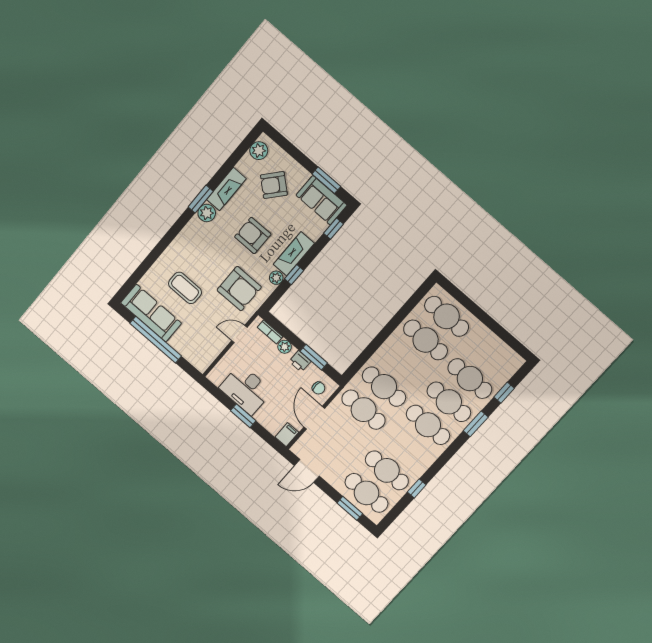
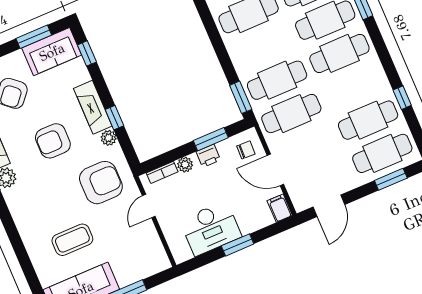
window: (357, 365) -> (241, 97), added

